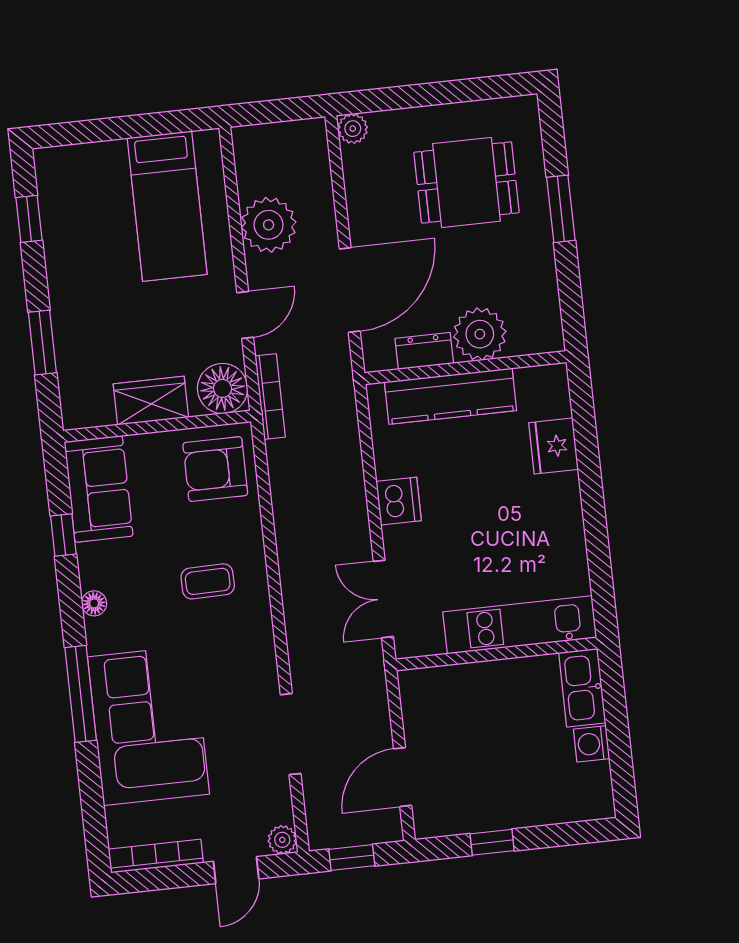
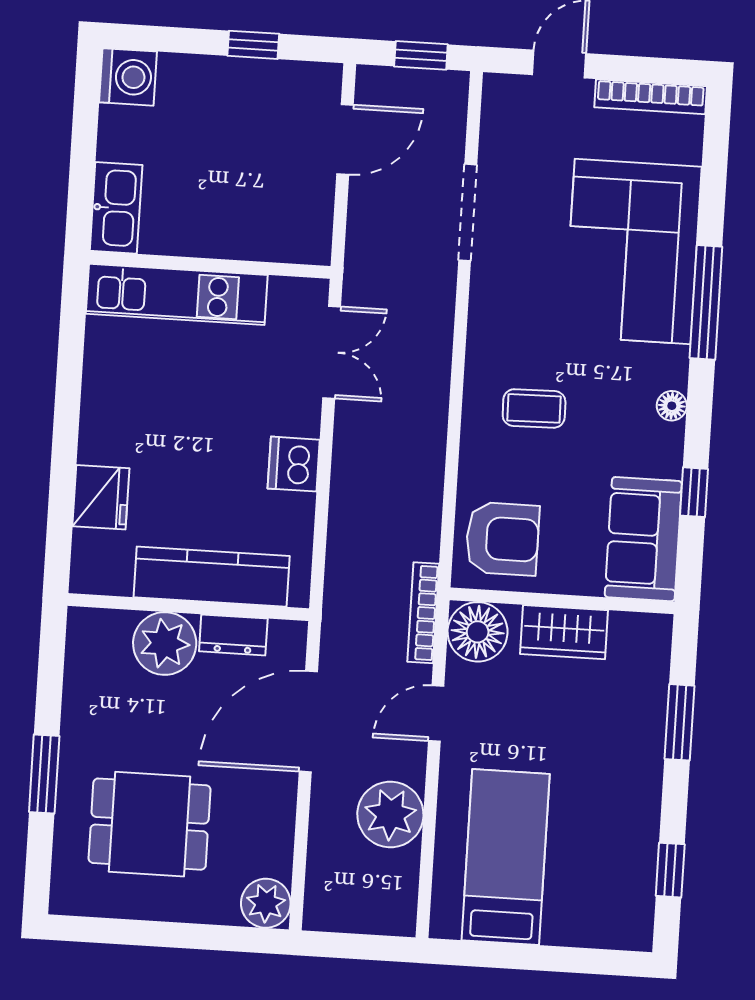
plant: (353, 129) -> (266, 903), width x1.38, depth x1.38
washing machine: (592, 744) -> (128, 77), moved, width x1.38, depth x1.38
plant: (282, 840) -> (499, 90), removed

